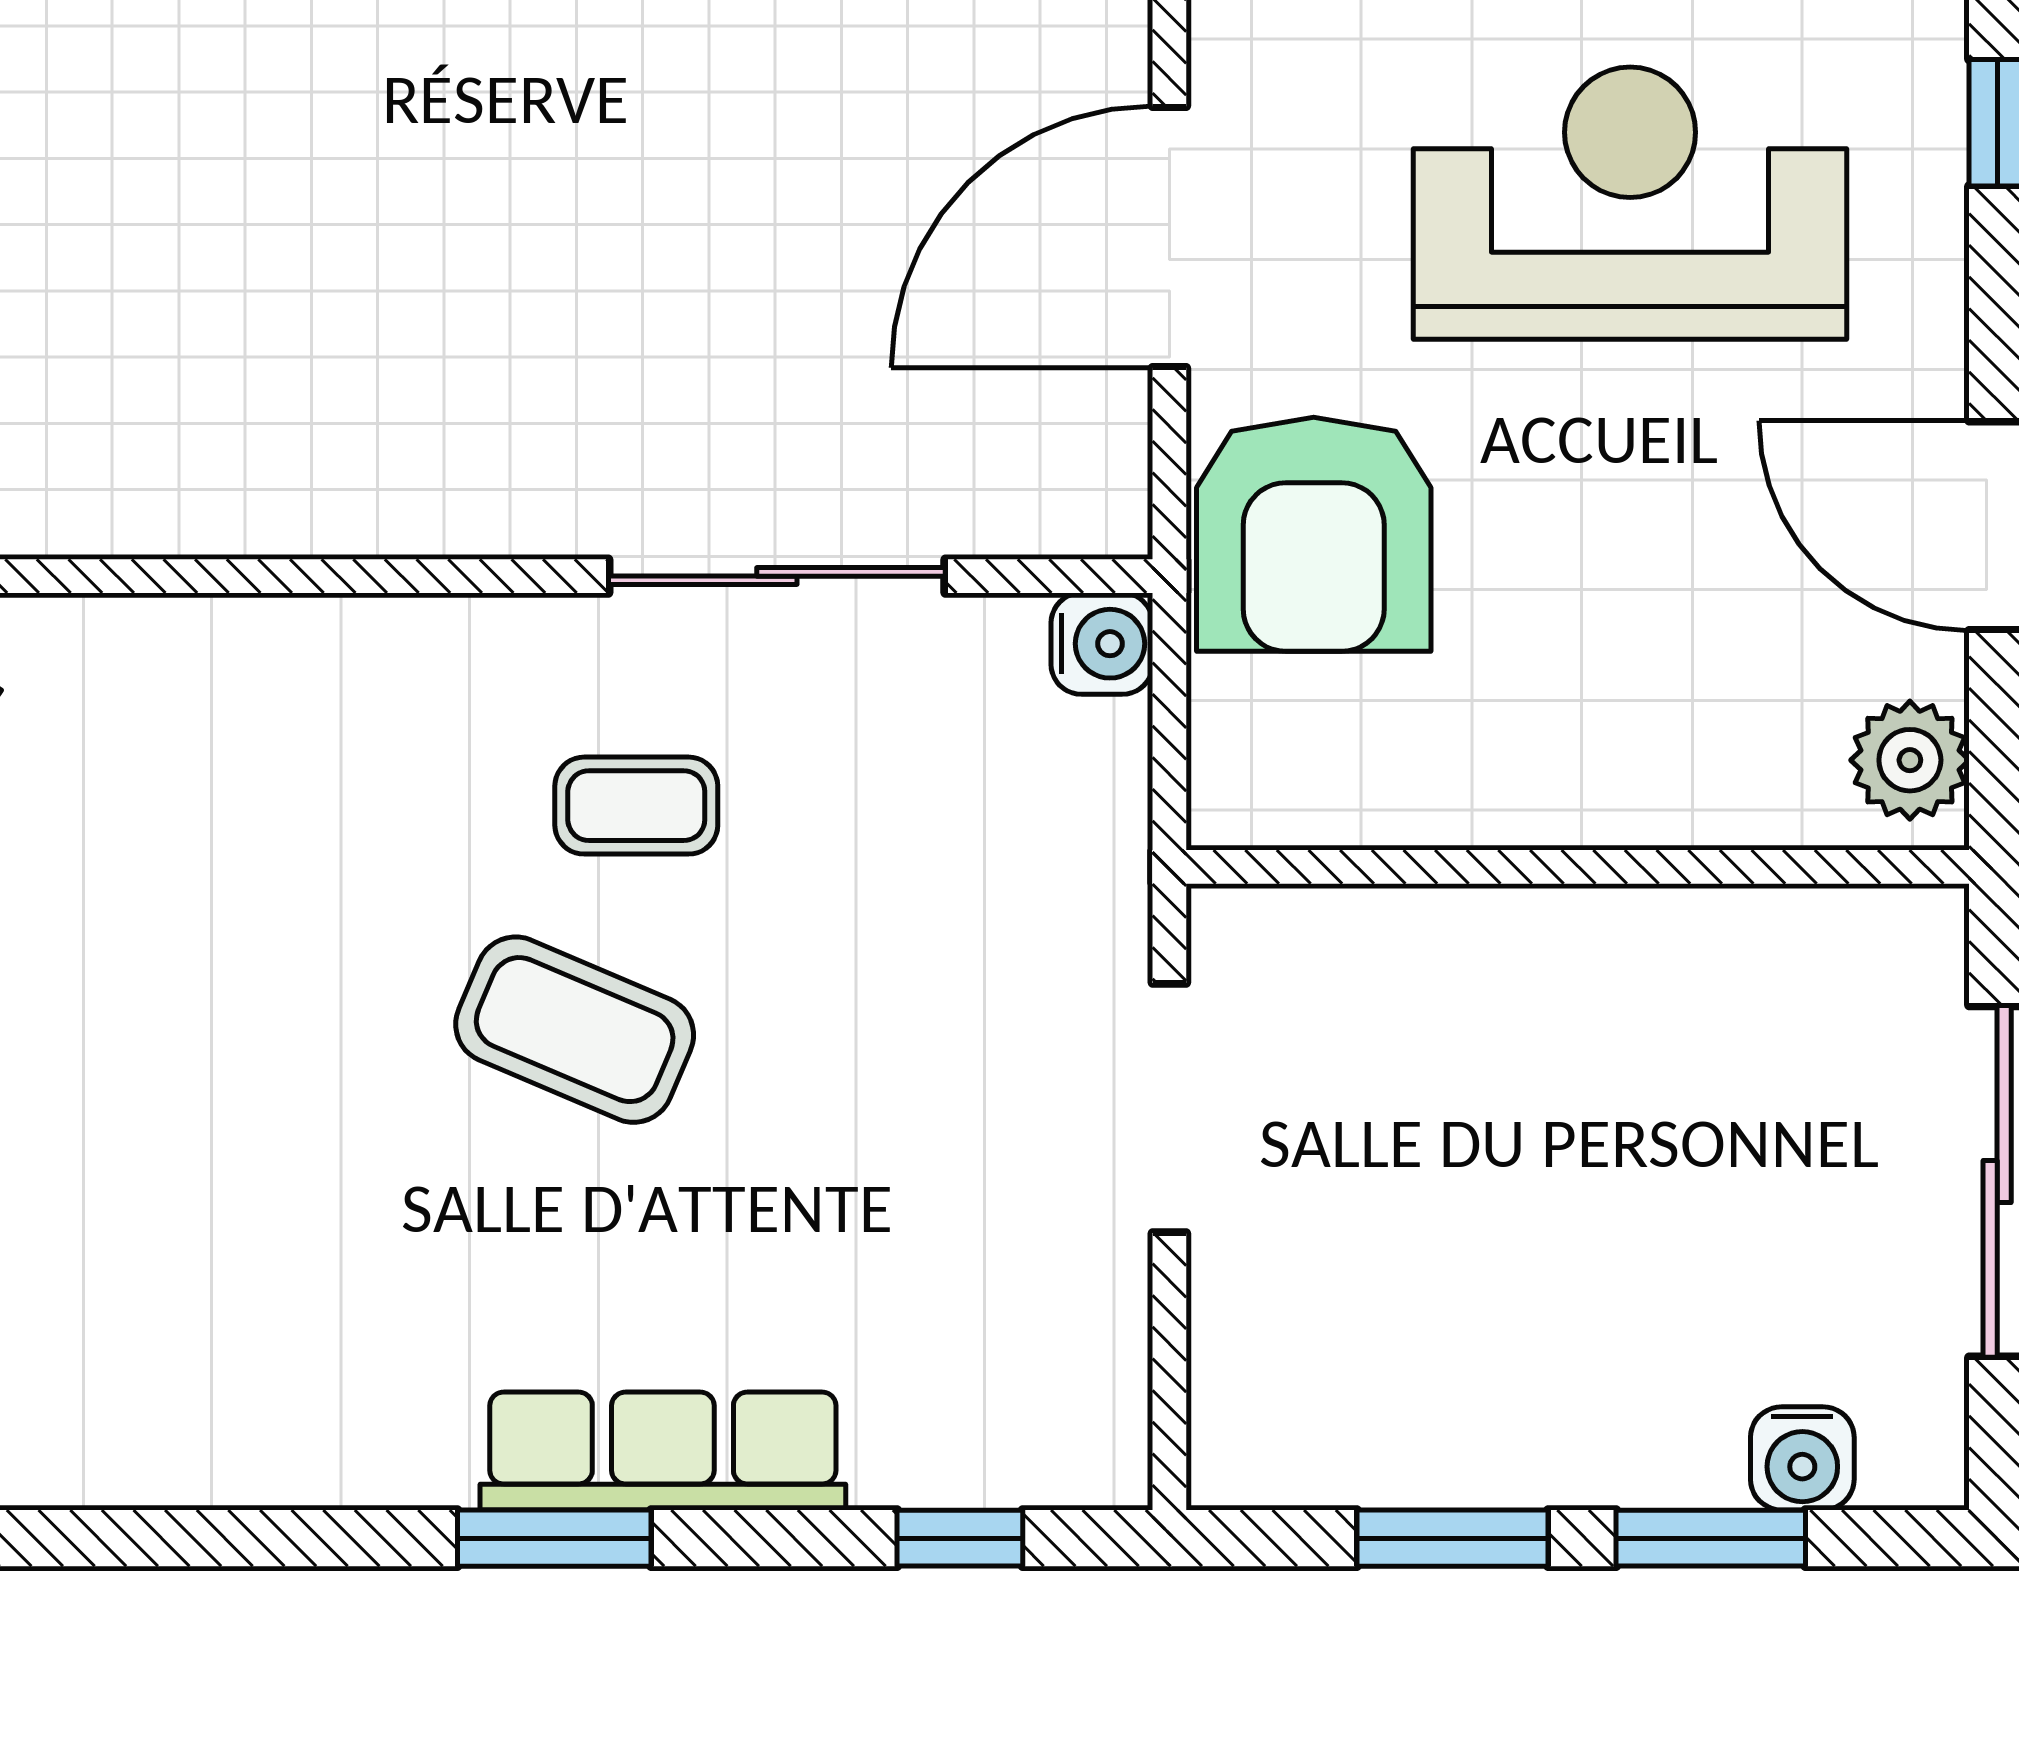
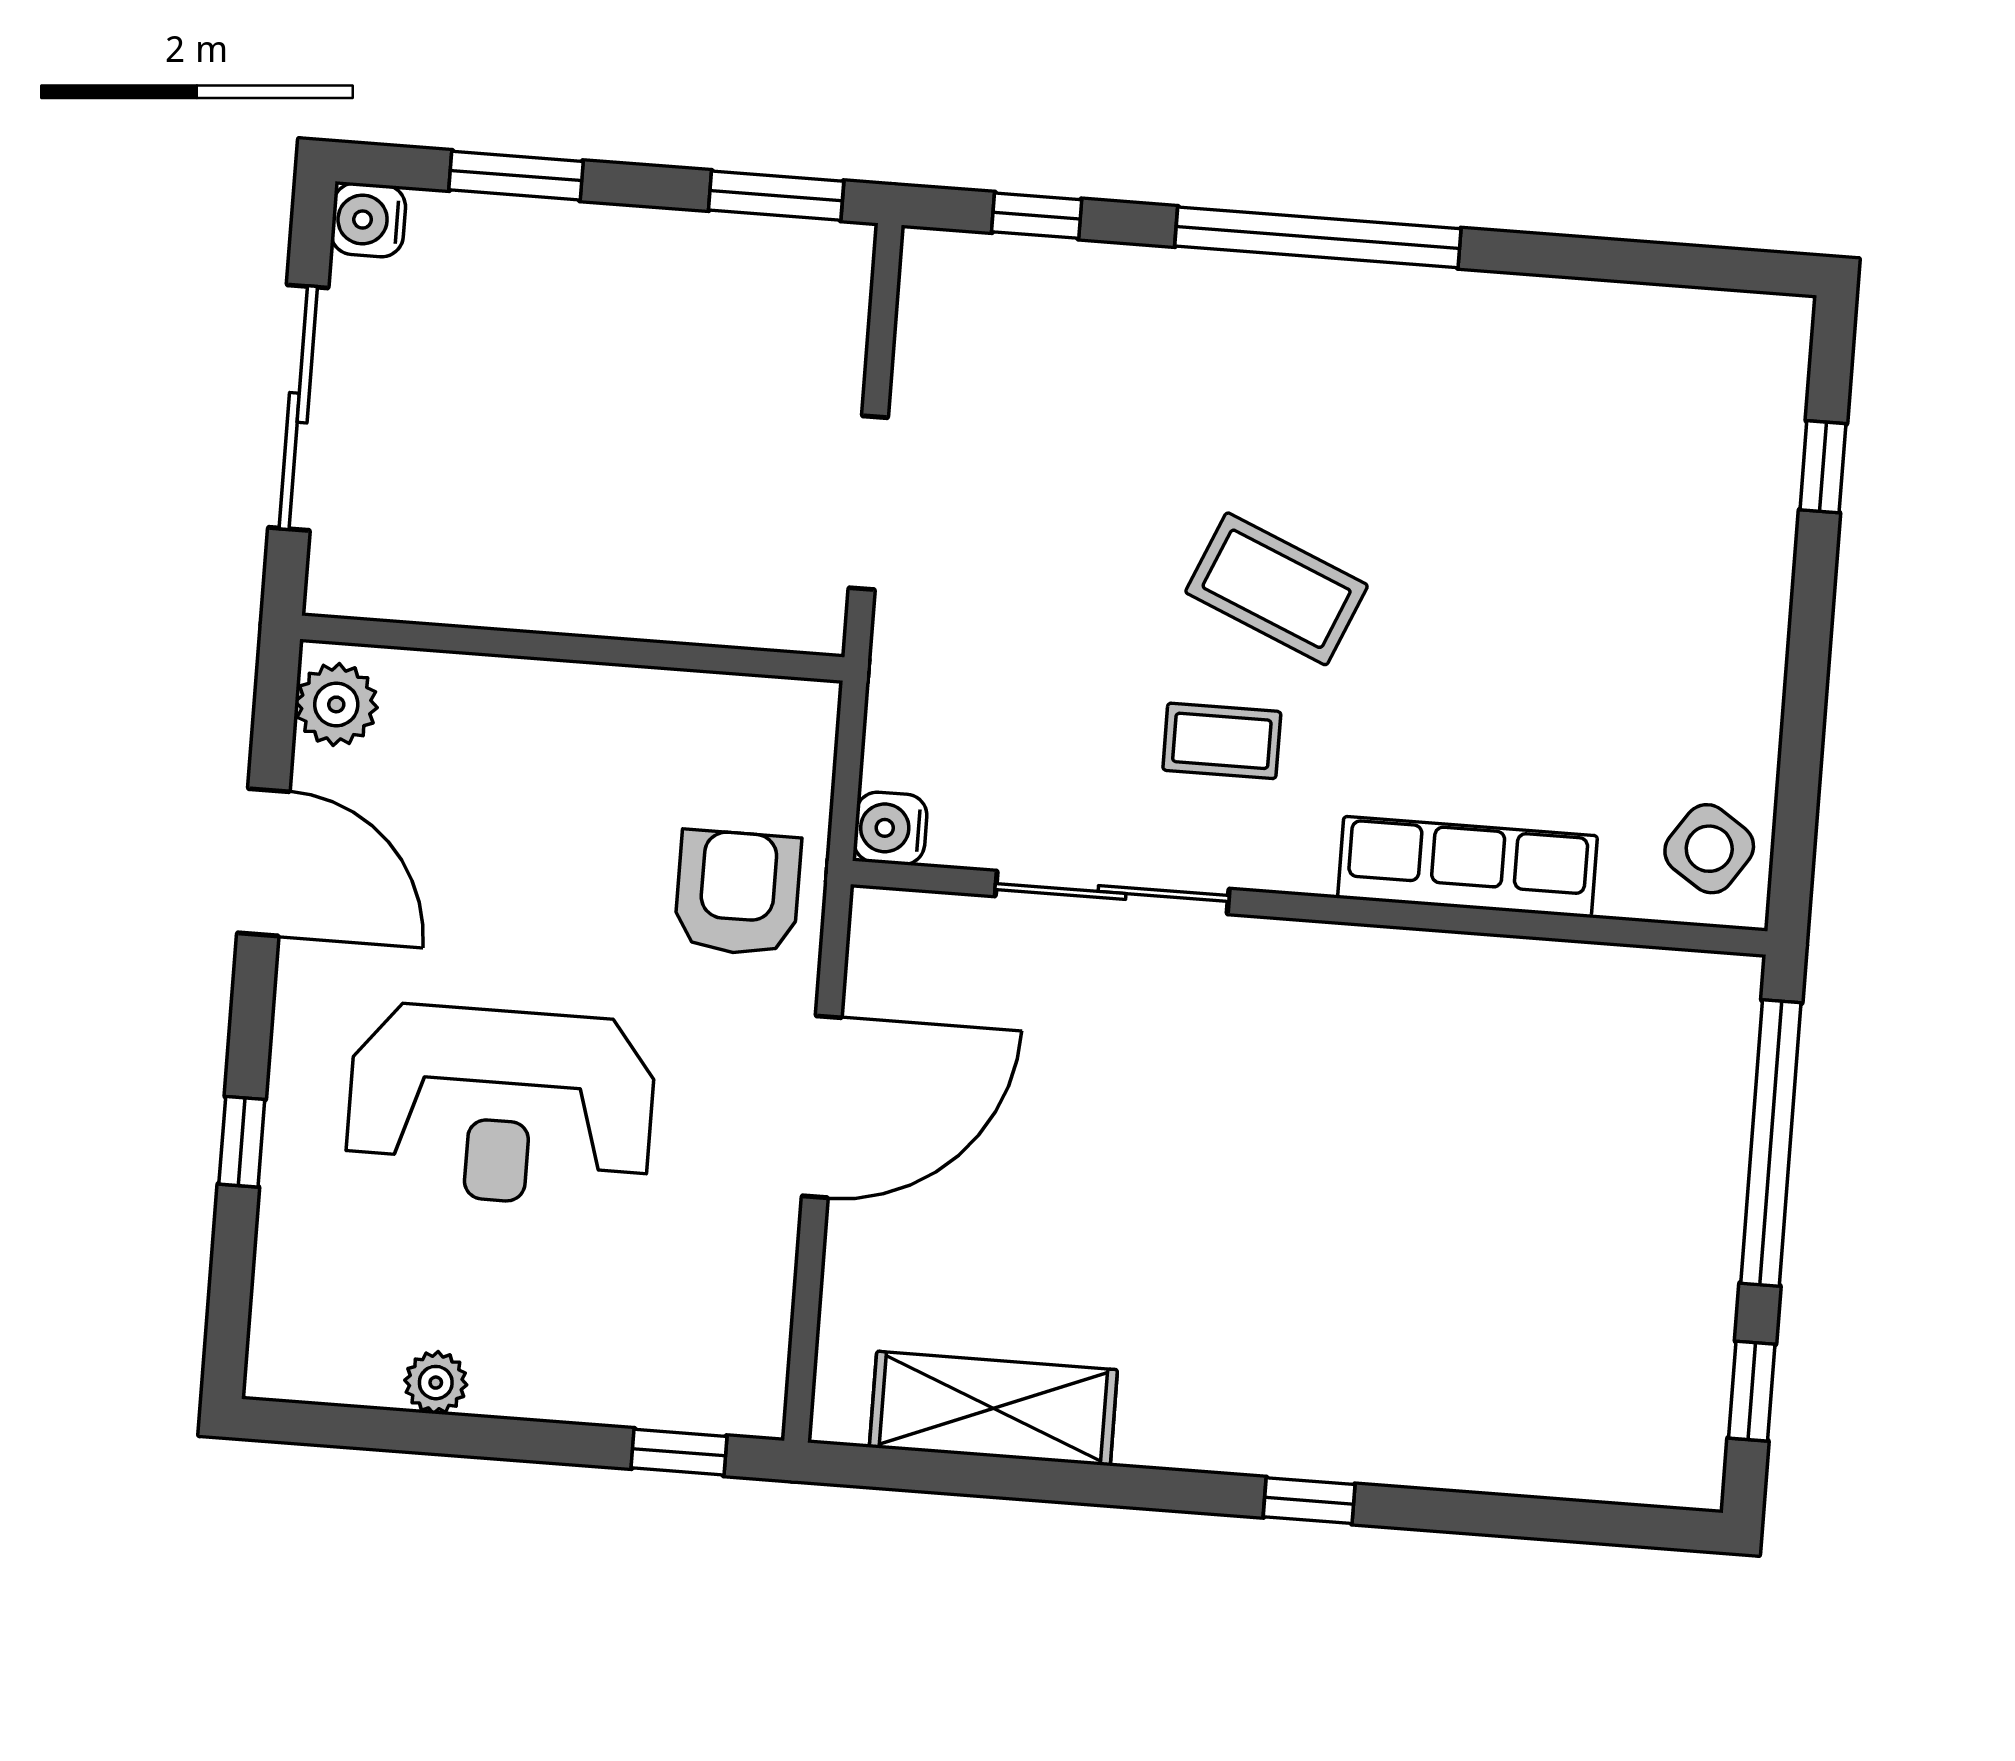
armchair: (1314, 534) -> (738, 893), width x0.73, depth x0.73
row of seats: (663, 1451) -> (1467, 867), moved, turned 180
water cooler: (1802, 1458) -> (368, 220), moved, turned -90
window: (554, 1538) -> (1318, 237), width x2.11
window: (1453, 1538) -> (776, 196), moved

